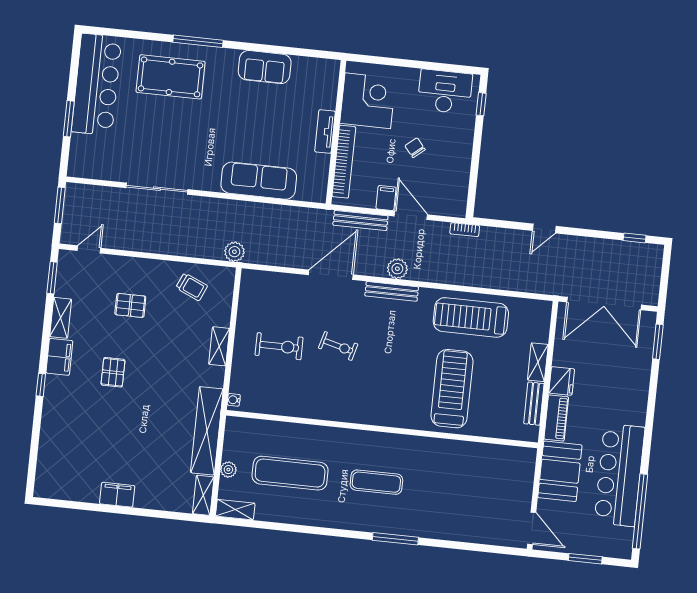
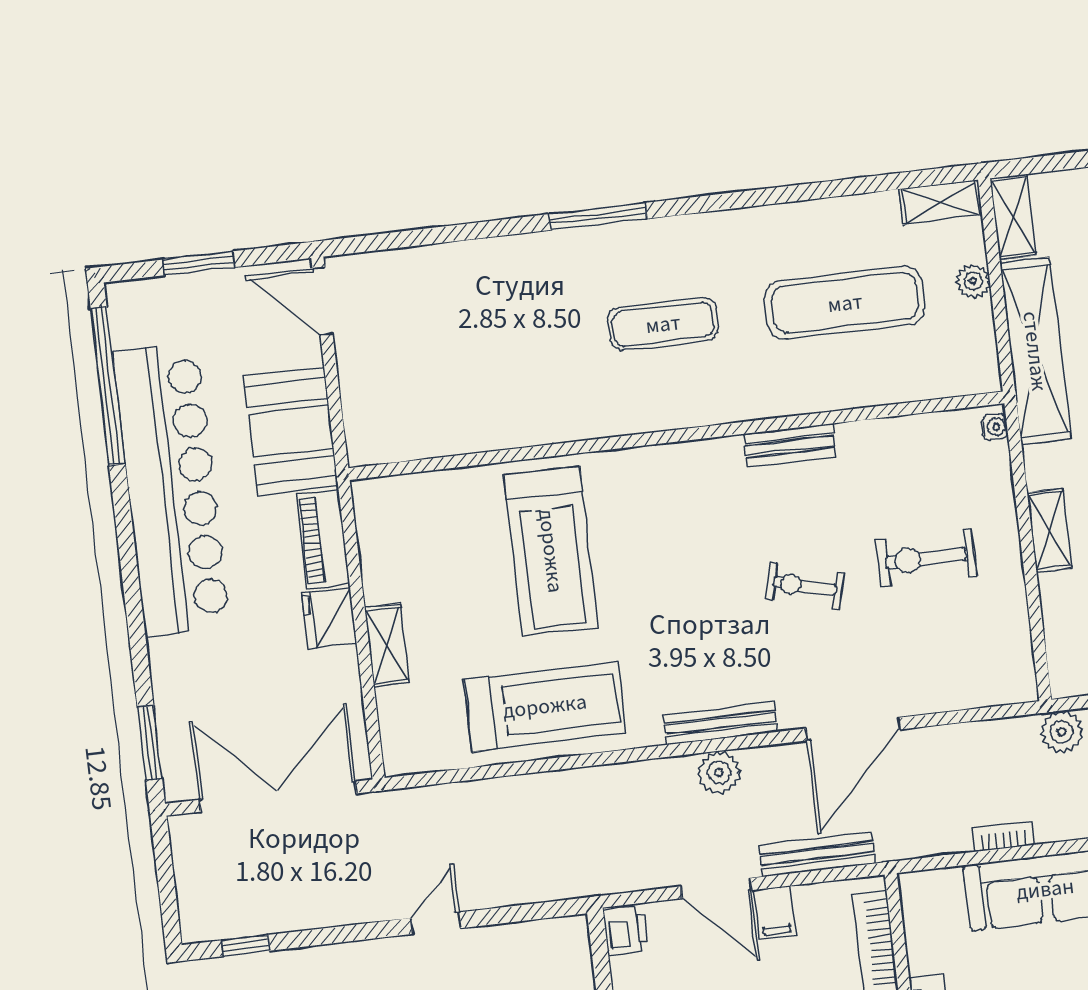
printer: (457, 206) -> (626, 930), added
bookcase: (465, 230) -> (1003, 836), moved
bench: (534, 404) -> (790, 445), moved, turned 90
bar counter: (619, 475) -> (171, 489), width x1.36

